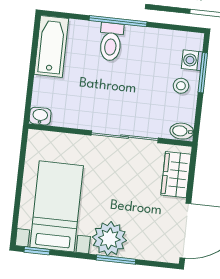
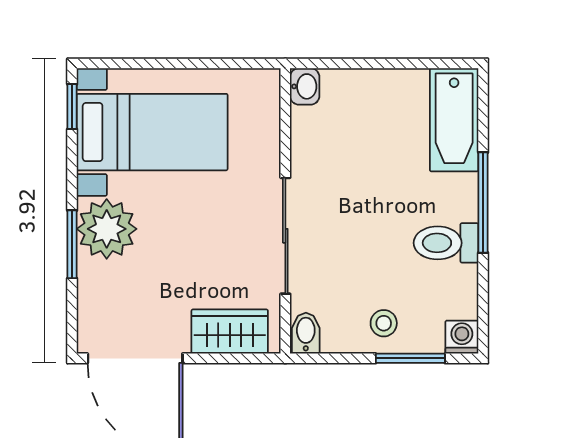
toilet: (111, 42) -> (446, 243), moved
bathtub: (51, 46) -> (454, 120), moved, turned 90
washing machine: (192, 60) -> (462, 337), moved

